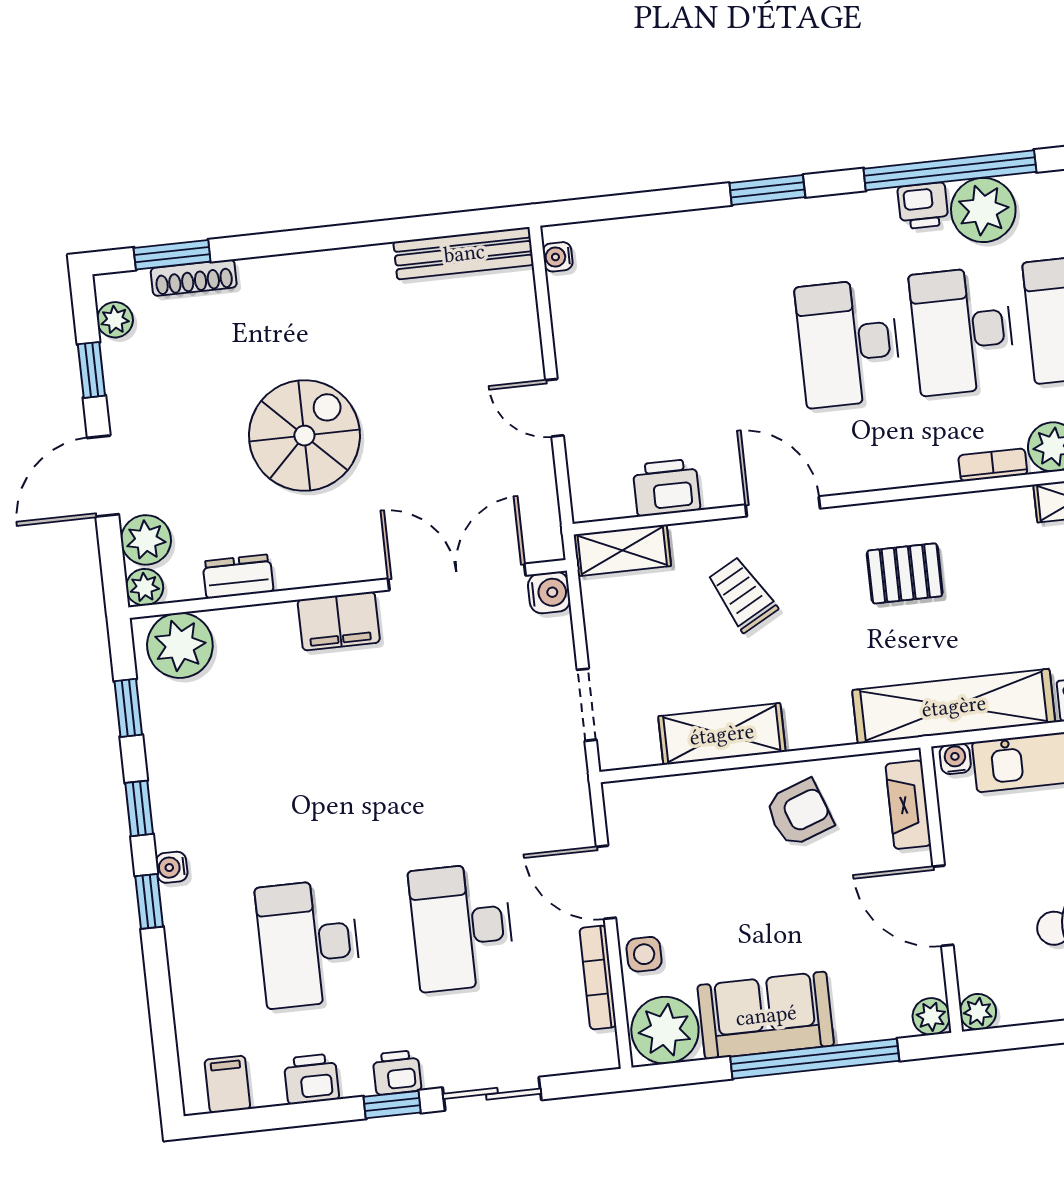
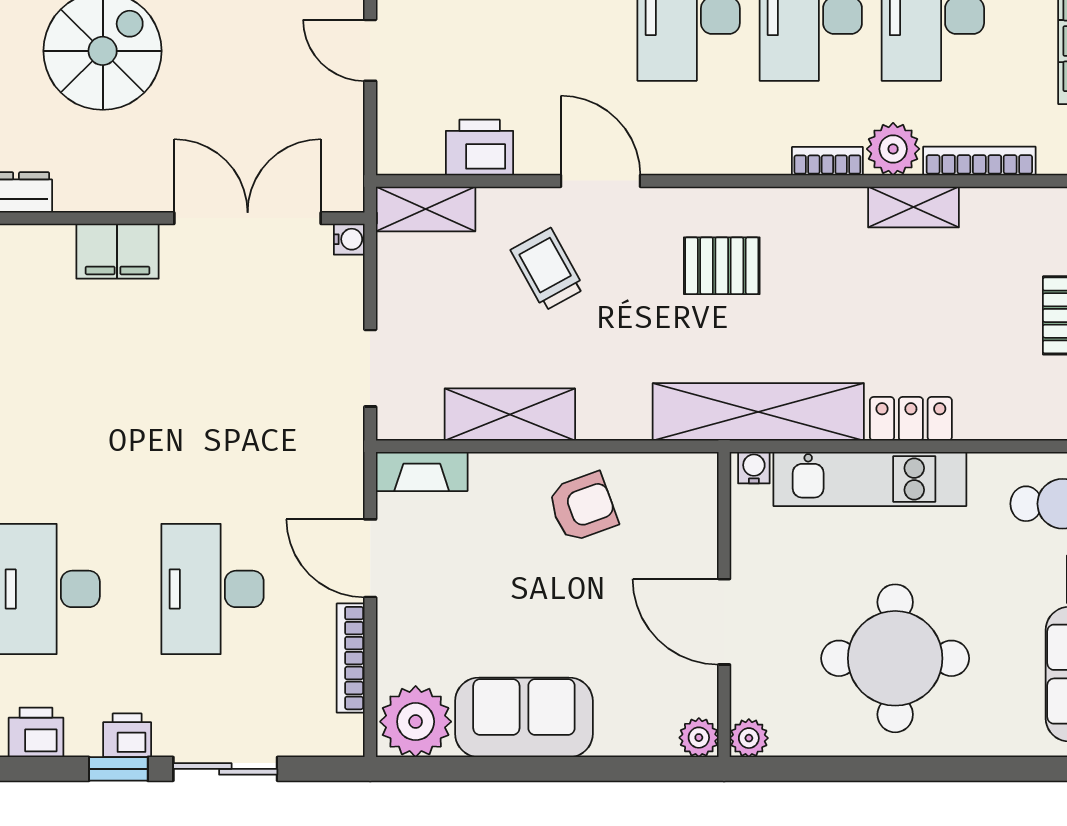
water cooler: (549, 593) -> (349, 239), width x0.72, depth x0.72
fireplace: (908, 805) -> (422, 471), moved, turned -90
side table: (644, 954) -> (402, 639), removed
window: (815, 1059) -> (571, 769), removed

